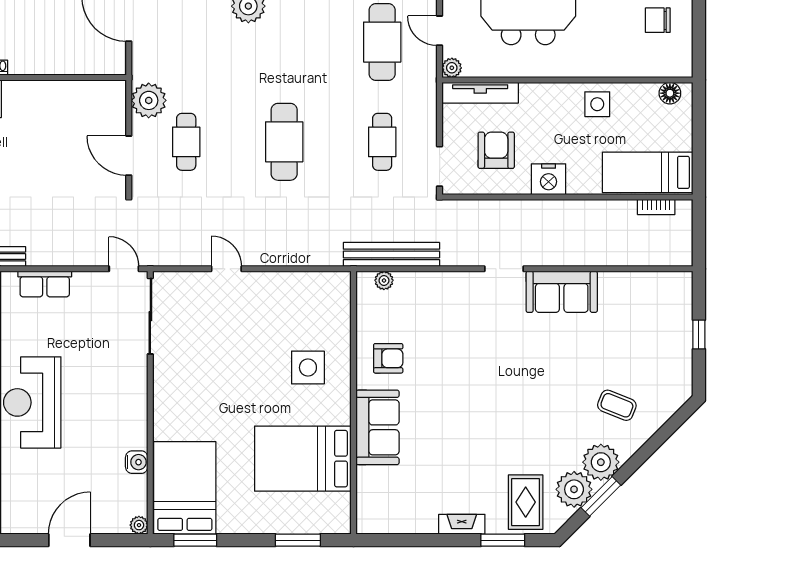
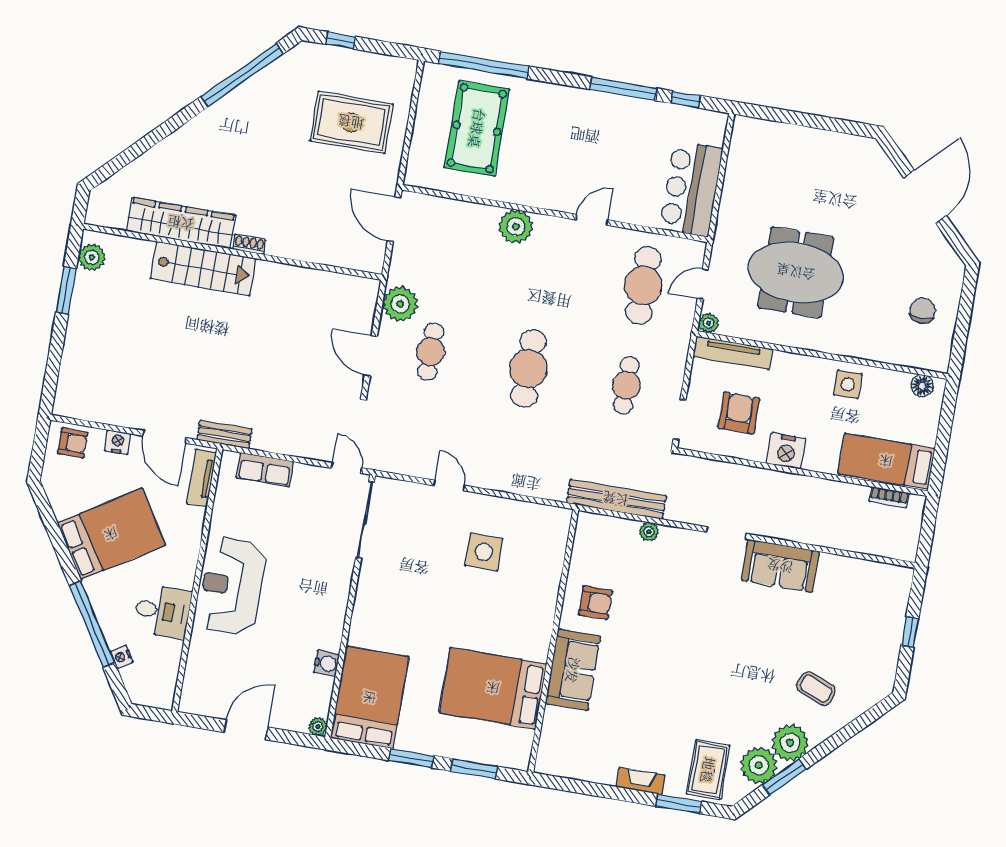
chair: (658, 20) -> (923, 311), turned 90
door: (440, 31) -> (703, 284), hinge flipped
plant: (384, 280) -> (649, 532), moved
side table: (308, 368) -> (484, 552), moved
window: (195, 540) -> (411, 758), moved

